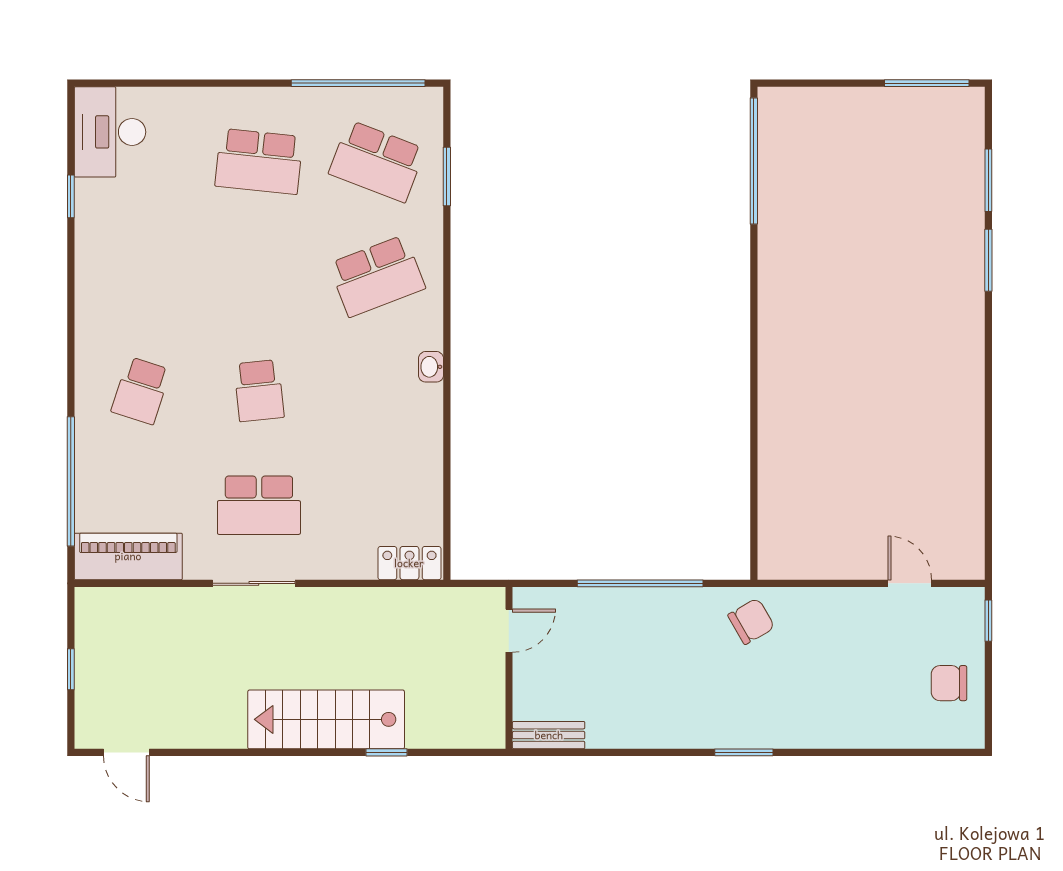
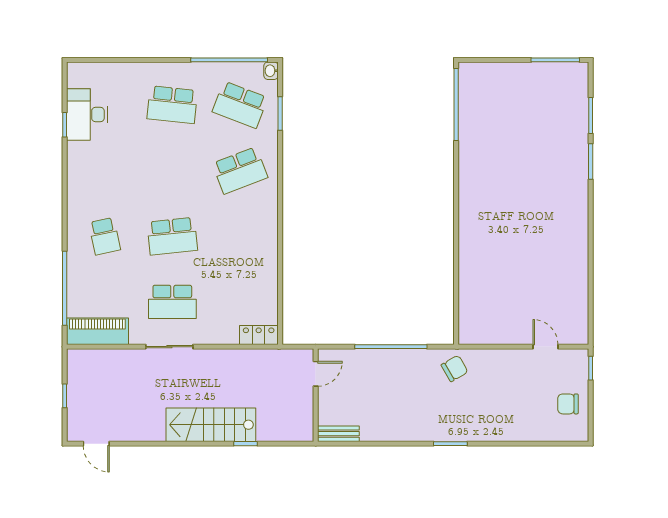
desk: (110, 132) -> (87, 115), moved
washbasin: (431, 367) -> (271, 71), moved
school desk: (141, 391) -> (105, 236), turned -30
school desk: (259, 391) -> (172, 236), width x1.85

